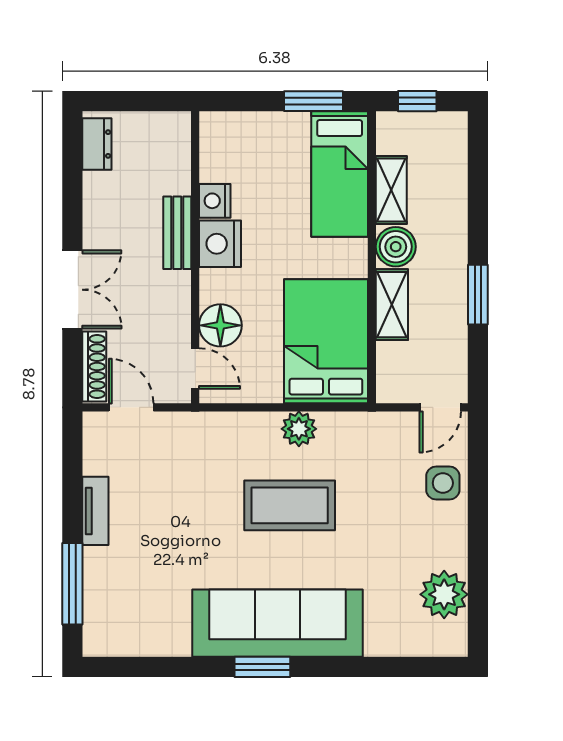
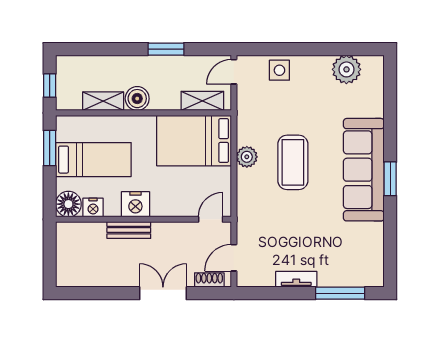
dresser: (97, 144) -> (75, 278), removed
bed: (340, 174) -> (93, 160), moved
nightstand: (215, 201) -> (93, 208), moved
shelving: (392, 305) -> (202, 101), moved
floor lamp: (220, 325) -> (68, 204), moved
shoe rack: (94, 367) -> (209, 280), width x0.70
door: (440, 407) -> (234, 72), swing flipped

